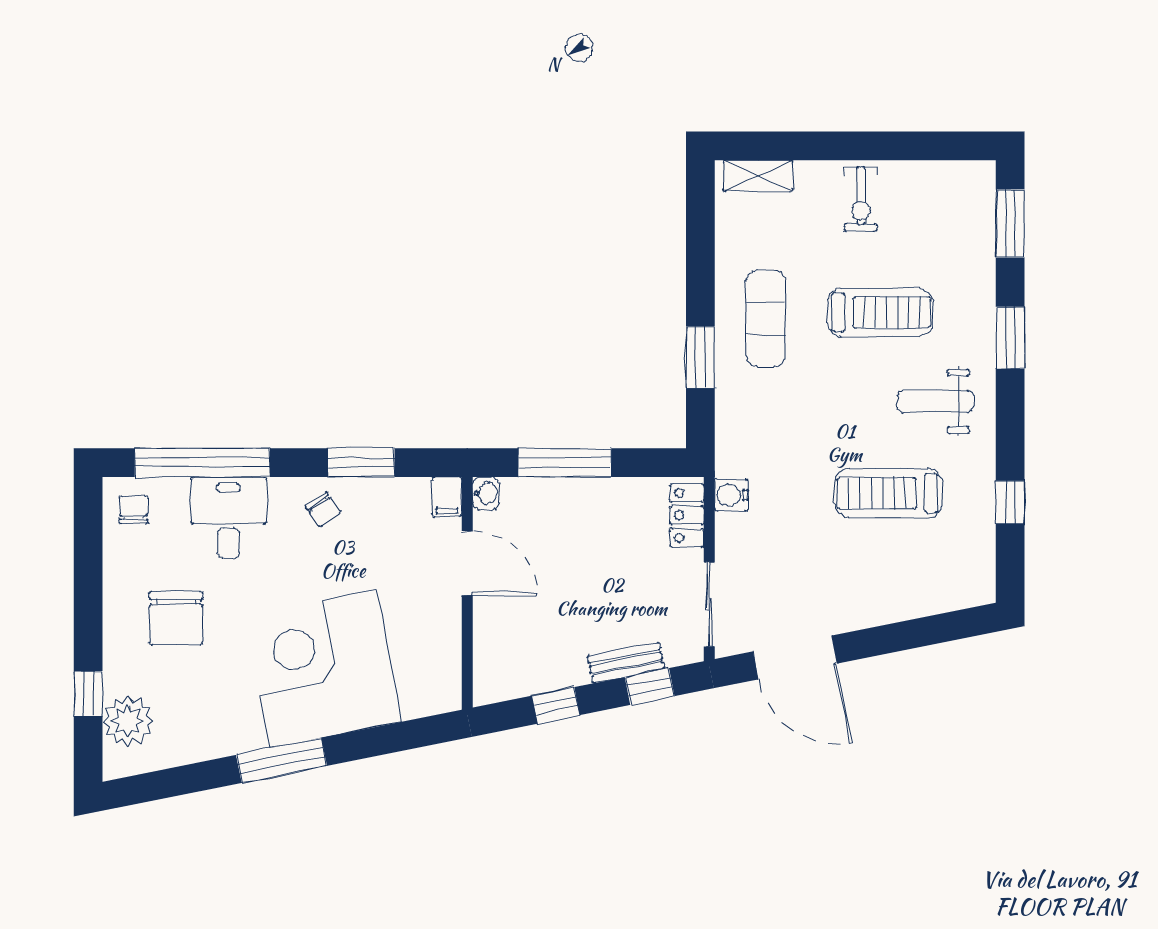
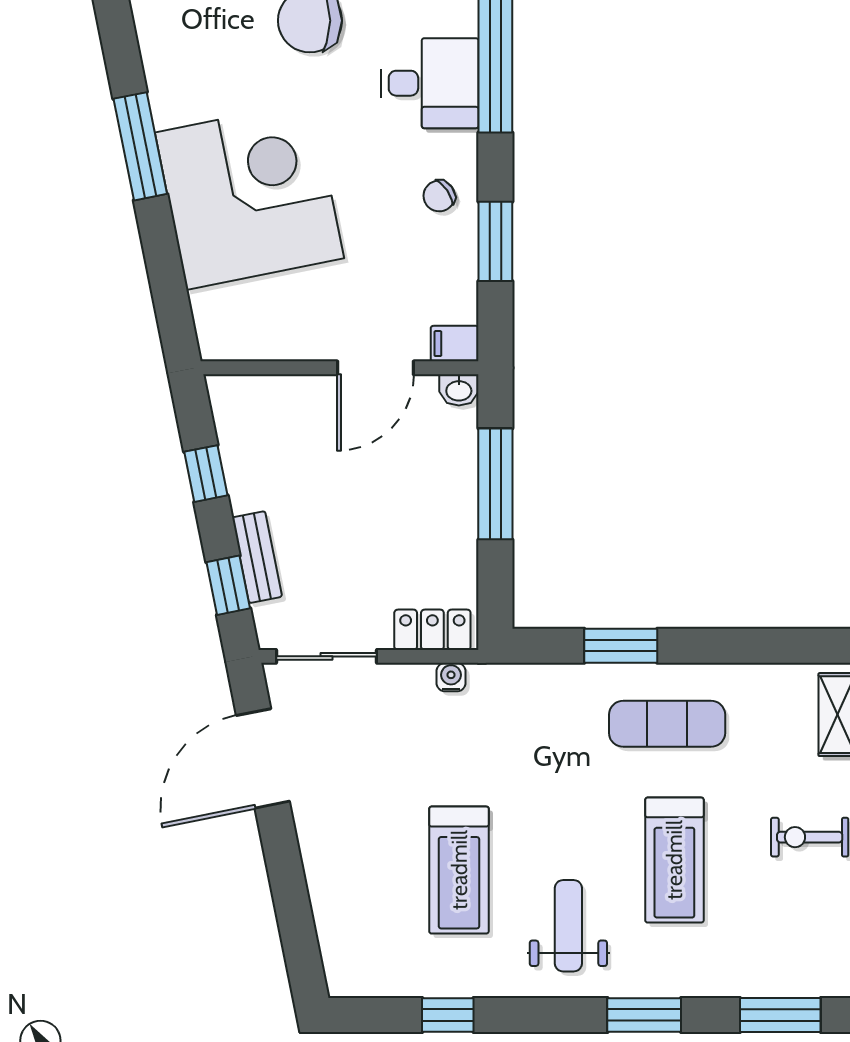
treadmill: (888, 493) -> (459, 870), turned 180
water cooler: (731, 495) -> (451, 677), width x0.72, depth x0.72

